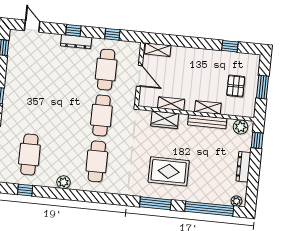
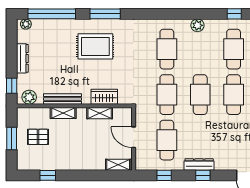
pallet: (236, 86) -> (38, 137), turned 90
cafe table: (34, 109) -> (234, 95), added
cafe table: (68, 112) -> (200, 95), added

